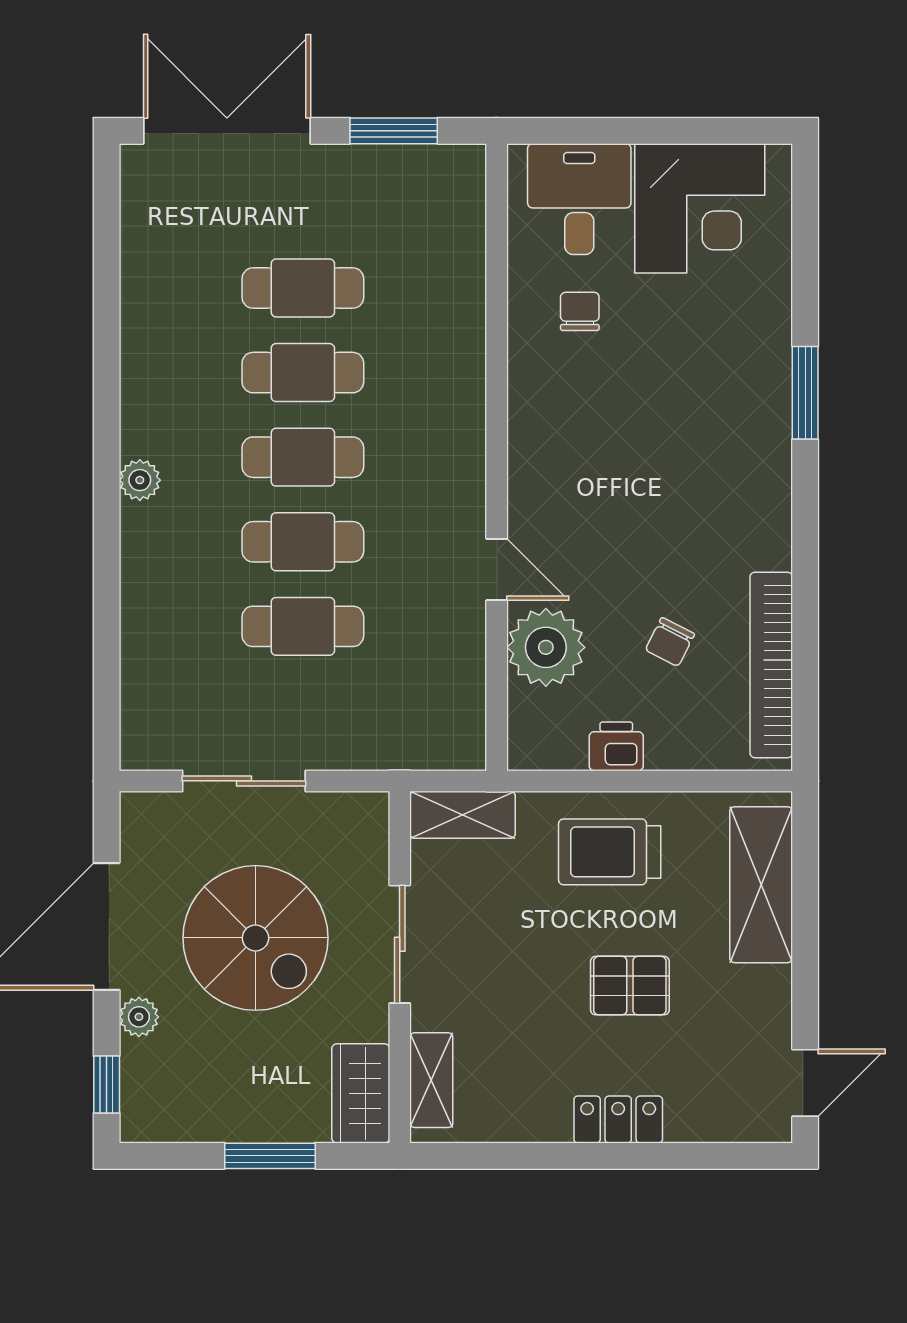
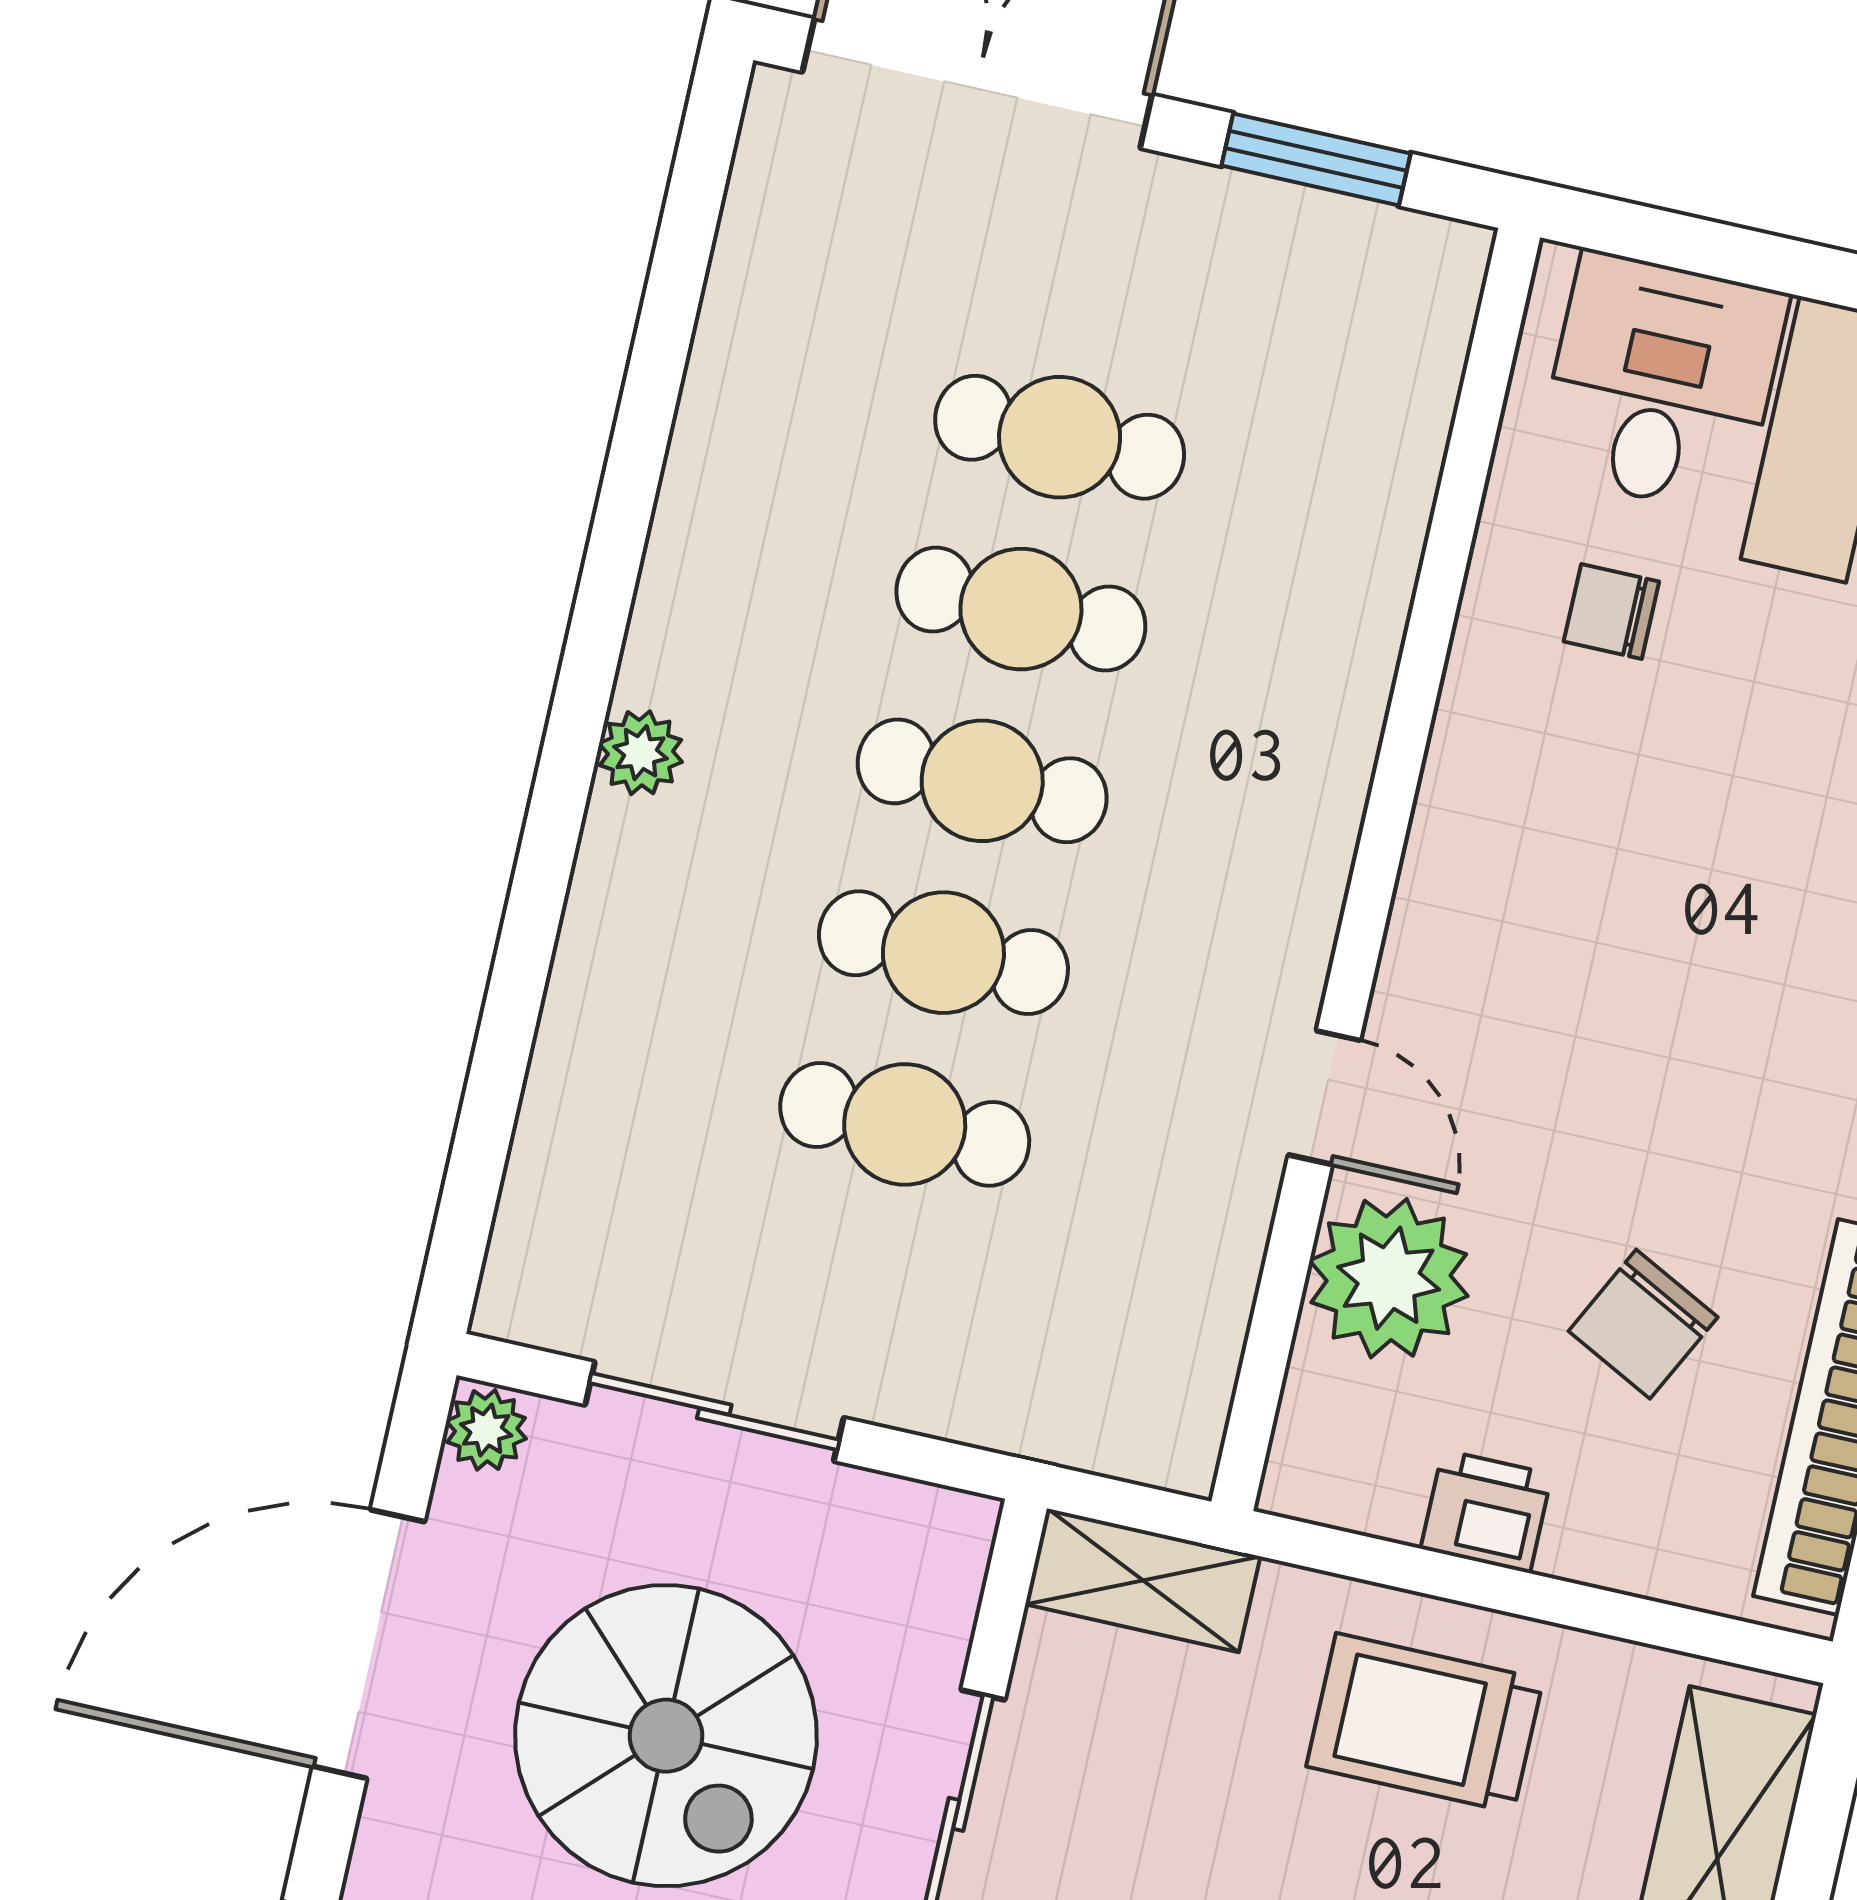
chair: (580, 311) -> (1611, 612), turned -90
chair: (670, 642) -> (1643, 1324), width x1.37, depth x1.37
plant: (139, 1017) -> (486, 1430), moved

